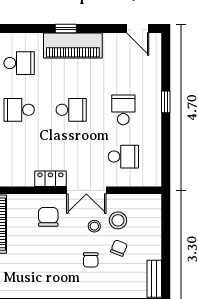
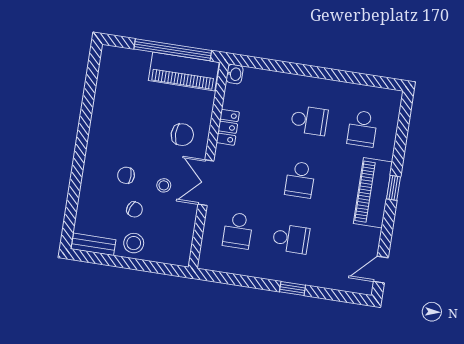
school desk: (19, 110) -> (309, 120), turned 90
locker: (50, 179) -> (228, 127), moved
stool: (118, 220) -> (134, 243), moved

